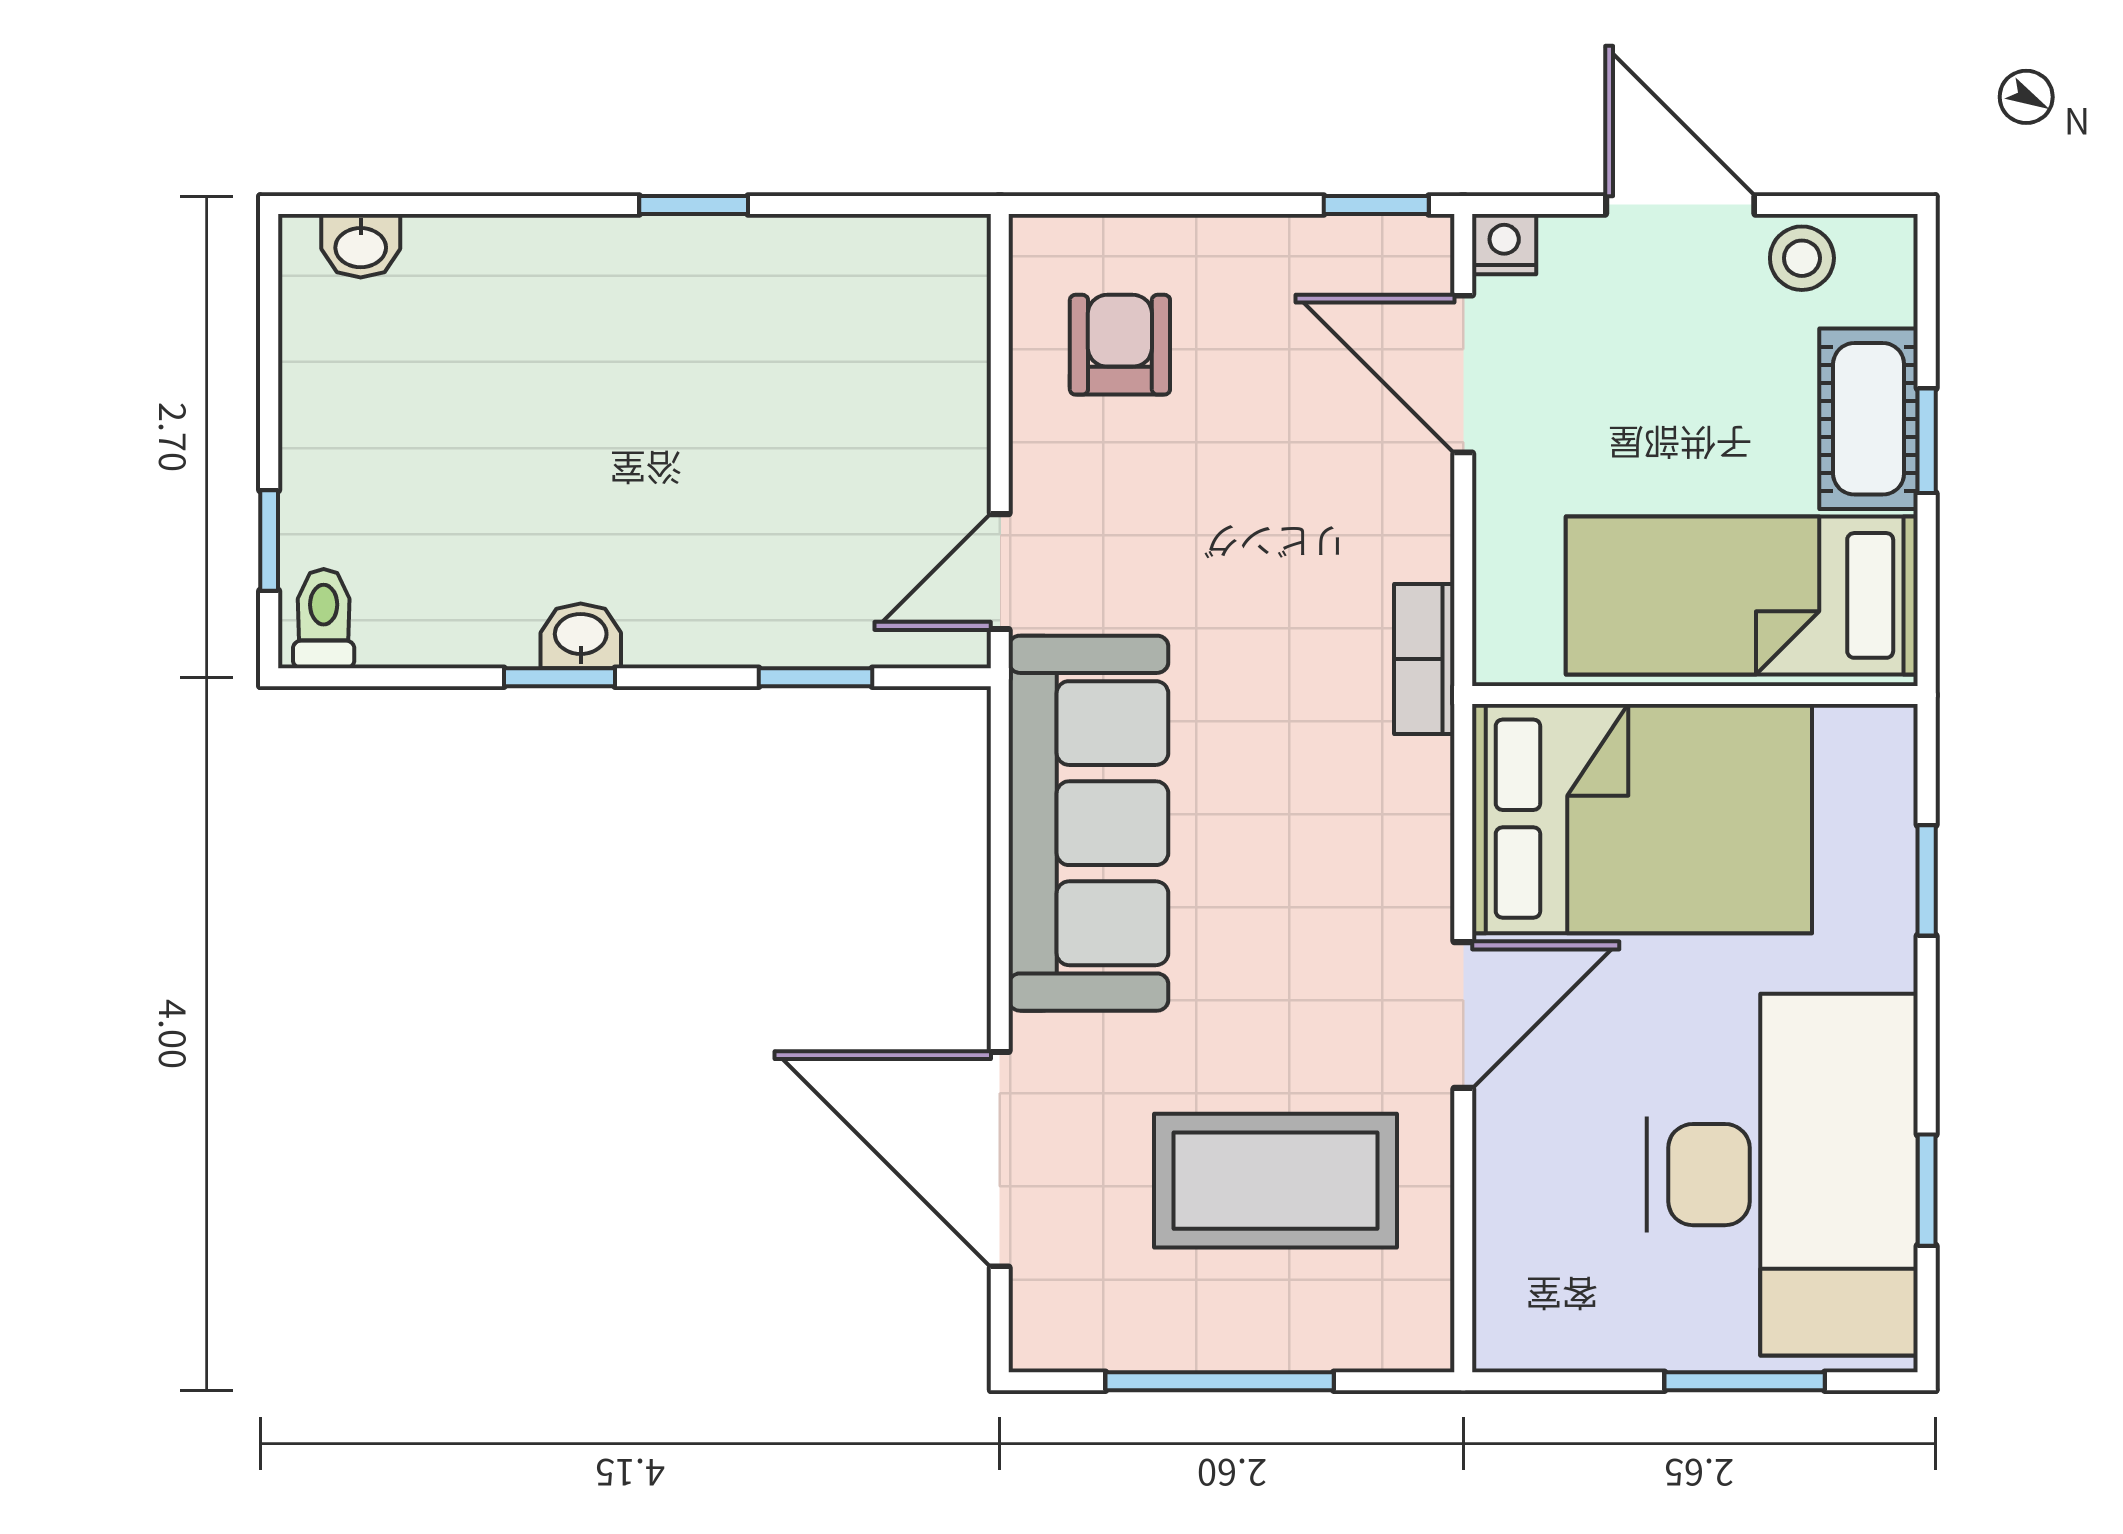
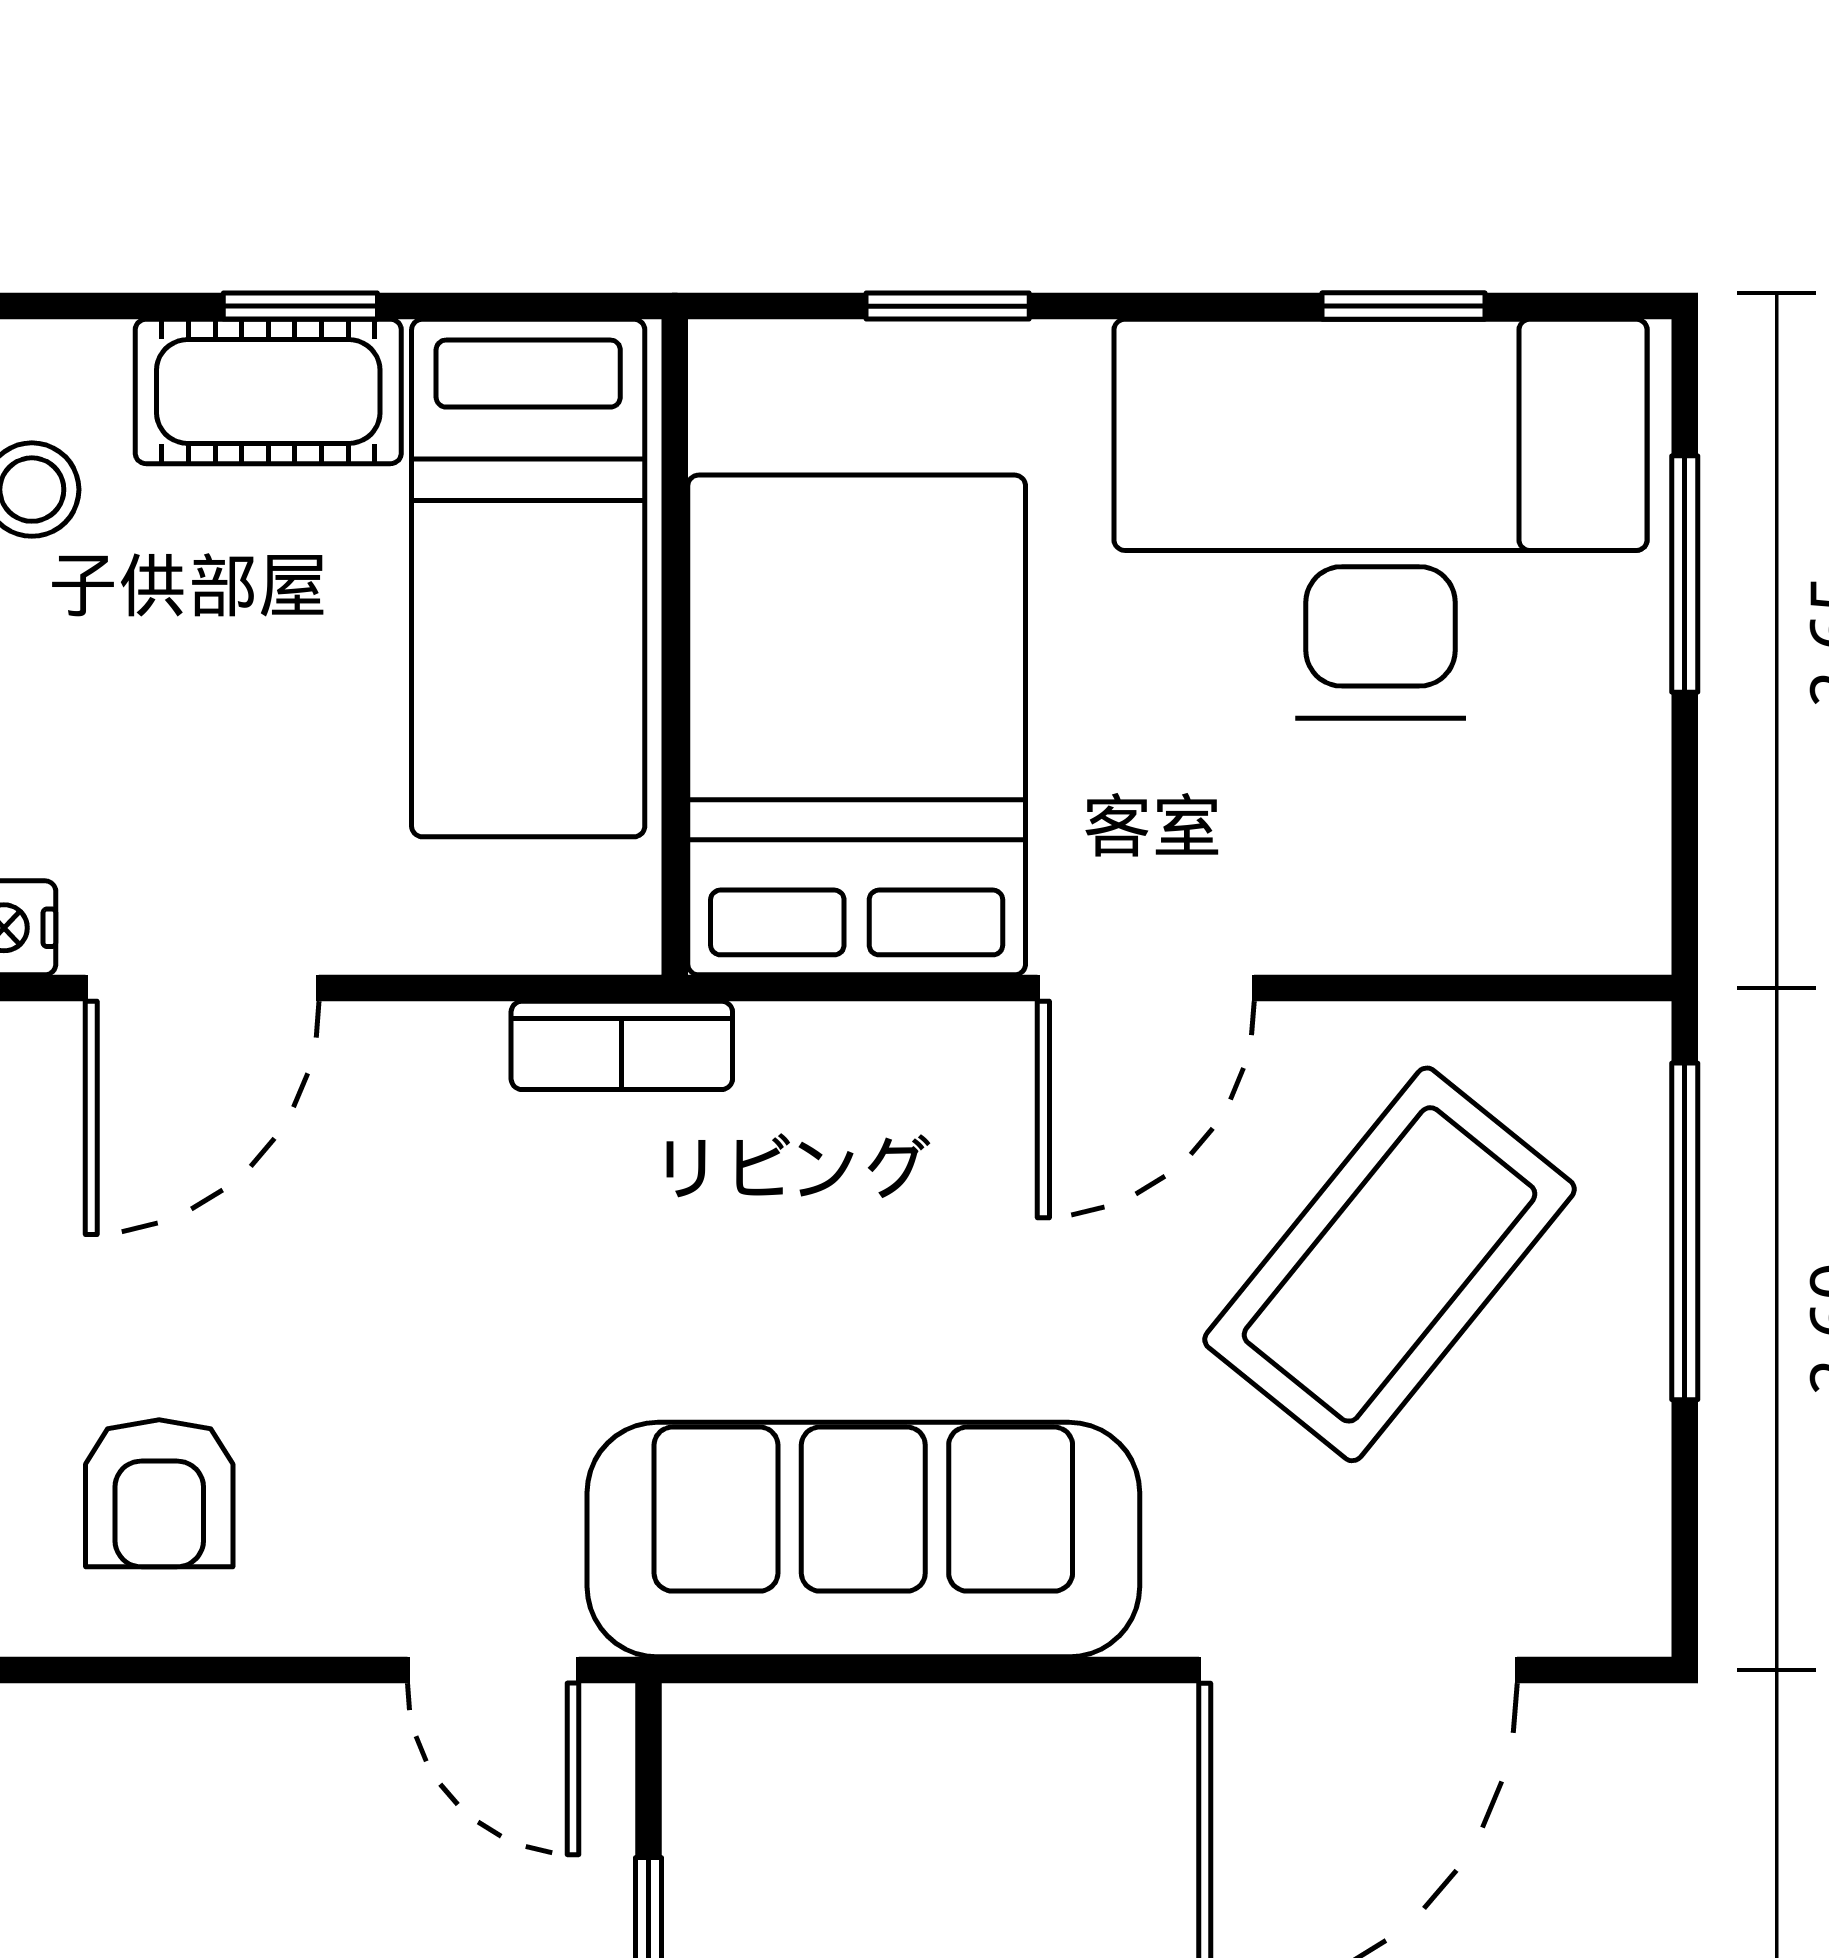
armchair: (1120, 345) -> (159, 1493), turned -90
door: (1463, 1015) -> (1146, 988), swing flipped
coffee table: (1275, 1181) -> (1390, 1264), turned 39
window: (1220, 1381) -> (1685, 1231), moved

